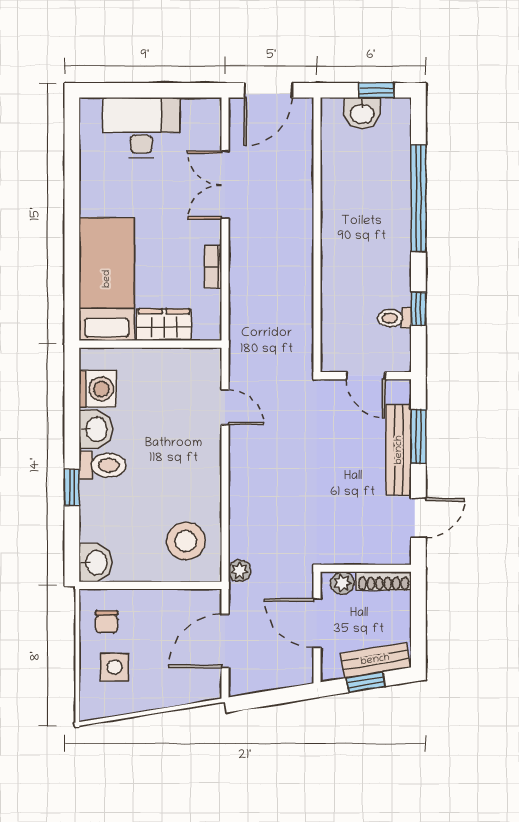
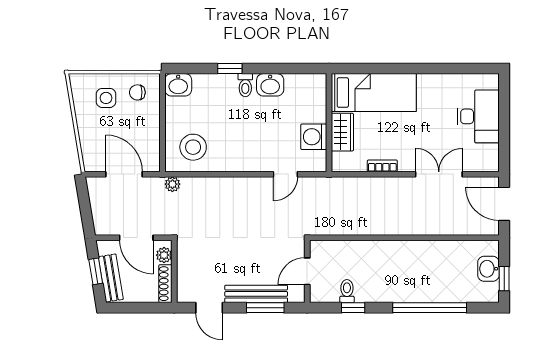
washing machine: (98, 389) -> (314, 137), moved, turned 90
toilet: (102, 465) -> (245, 85), width x0.73, depth x0.72
door: (317, 623) -> (136, 238), swing flipped

